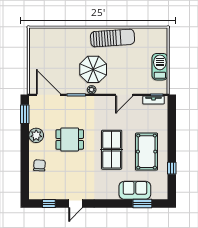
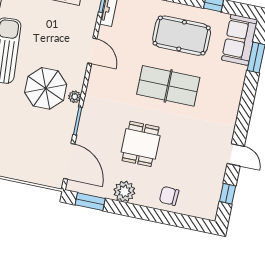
door: (48, 95) -> (69, 161), swing flipped
sofa: (135, 190) -> (240, 40), moved

